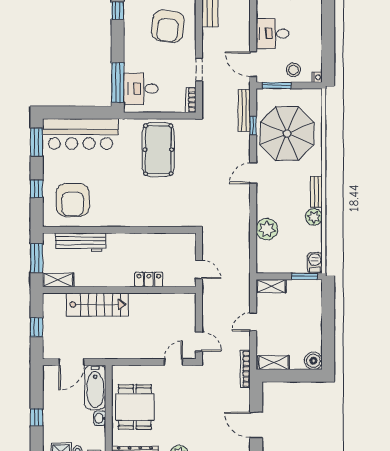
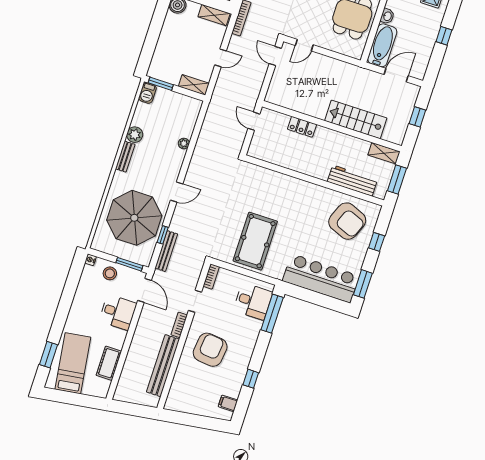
bookcase: (207, 41) -> (179, 325), added
armchair: (73, 200) -> (347, 221), turned 112
plant: (267, 229) -> (184, 143), width x0.53, depth x0.53

